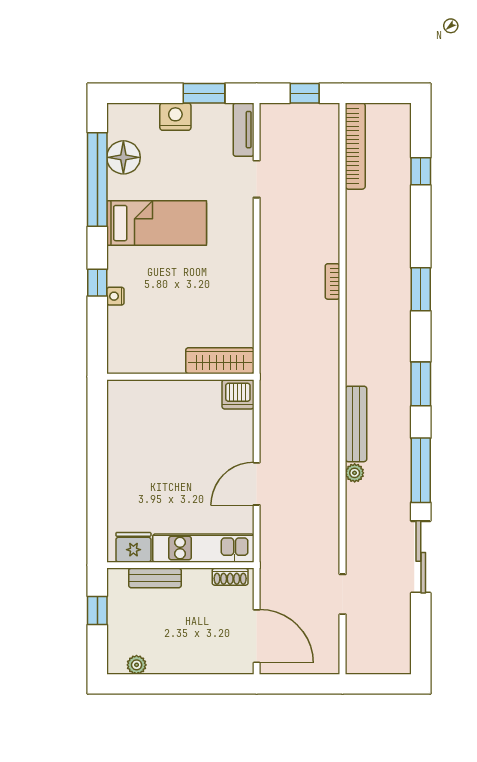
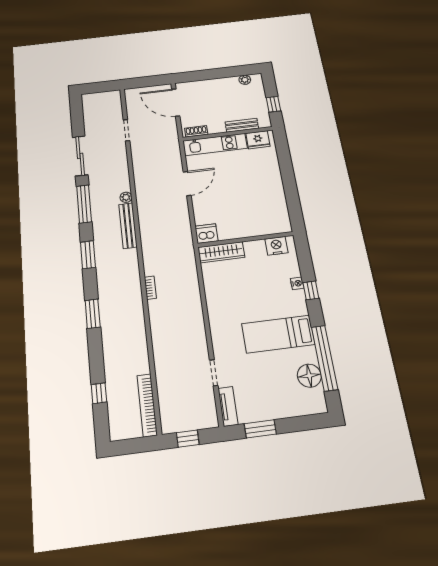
nightstand: (175, 117) -> (276, 246), moved, turned 180
bookcase: (332, 281) -> (150, 288), moved

